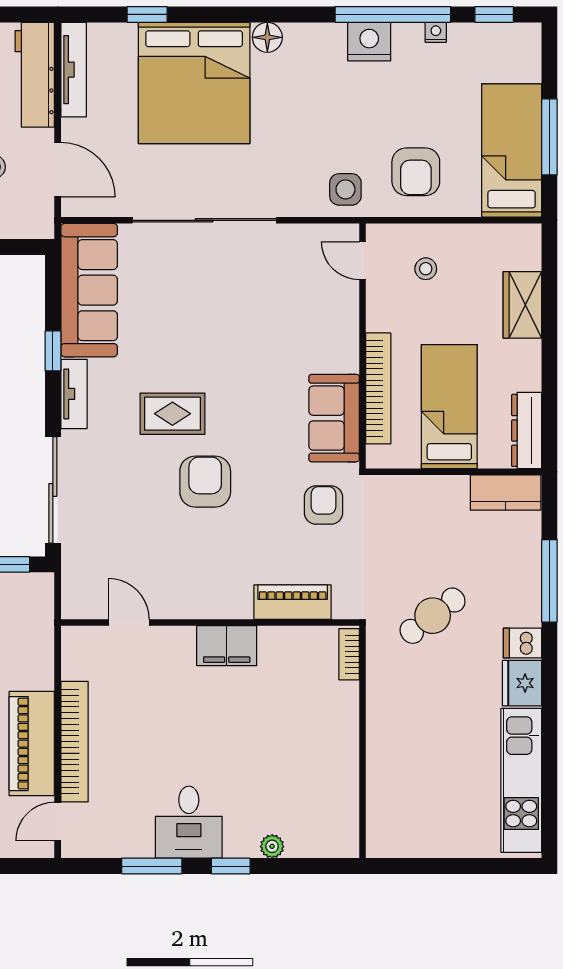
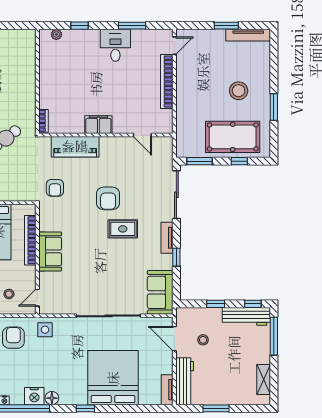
window: (147, 14) -> (85, 408), moved
floor lamp: (267, 37) -> (52, 398), moved
tv unit: (74, 70) -> (167, 390), width x0.71
door: (362, 261) -> (37, 298), swing flipped
sofa: (89, 290) -> (160, 292), width x0.73
sofa: (334, 418) -> (50, 251), moved
piano: (293, 602) -> (75, 147), width x1.37, depth x1.33
piano: (32, 744) -> (186, 81), removed
plant: (272, 846) -> (56, 34), moved
window: (231, 866) -> (80, 26), moved

